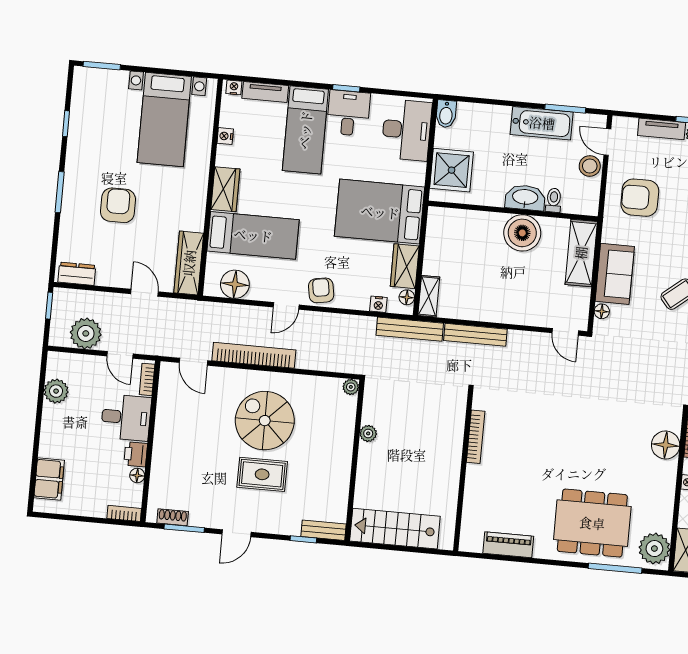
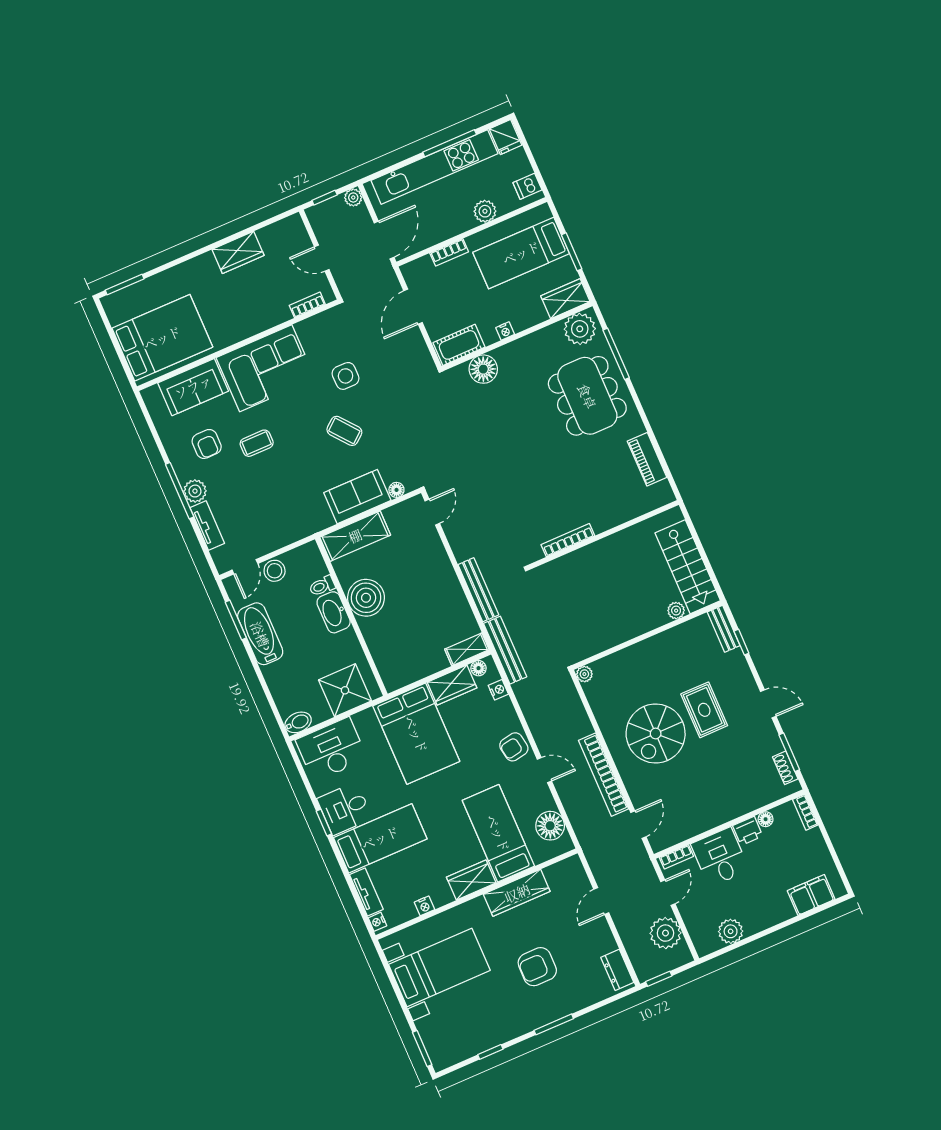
armchair: (640, 198) -> (278, 511), removed
wardrobe: (189, 263) -> (517, 893), moved
plant: (368, 433) -> (676, 611), moved

